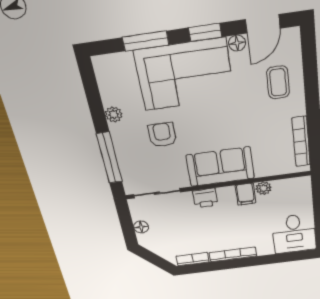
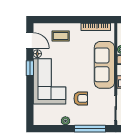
window: (146, 41) -> (30, 97), removed
armchair: (162, 135) -> (81, 98), turned 180
sofa: (220, 167) -> (104, 65), width x1.36

